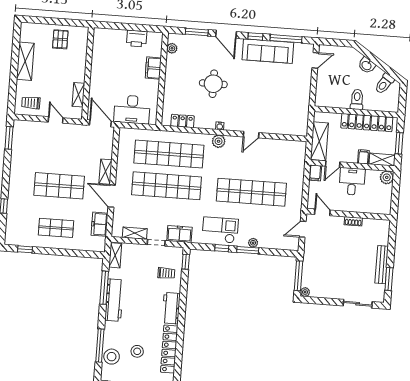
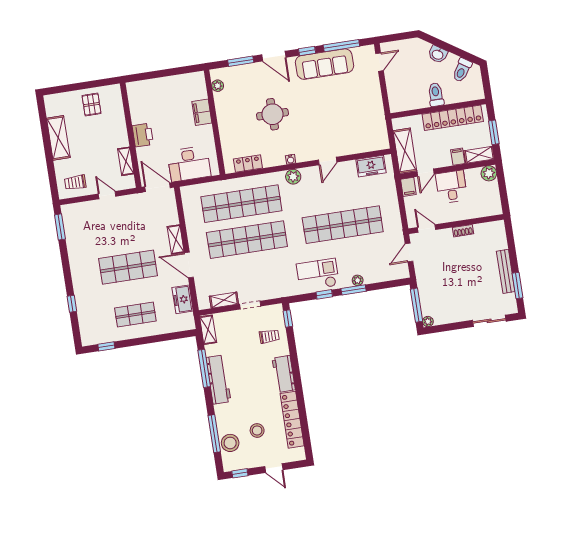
printer: (137, 39) -> (143, 135), moved, turned -90
freezer: (179, 234) -> (371, 166), moved, turned 180

